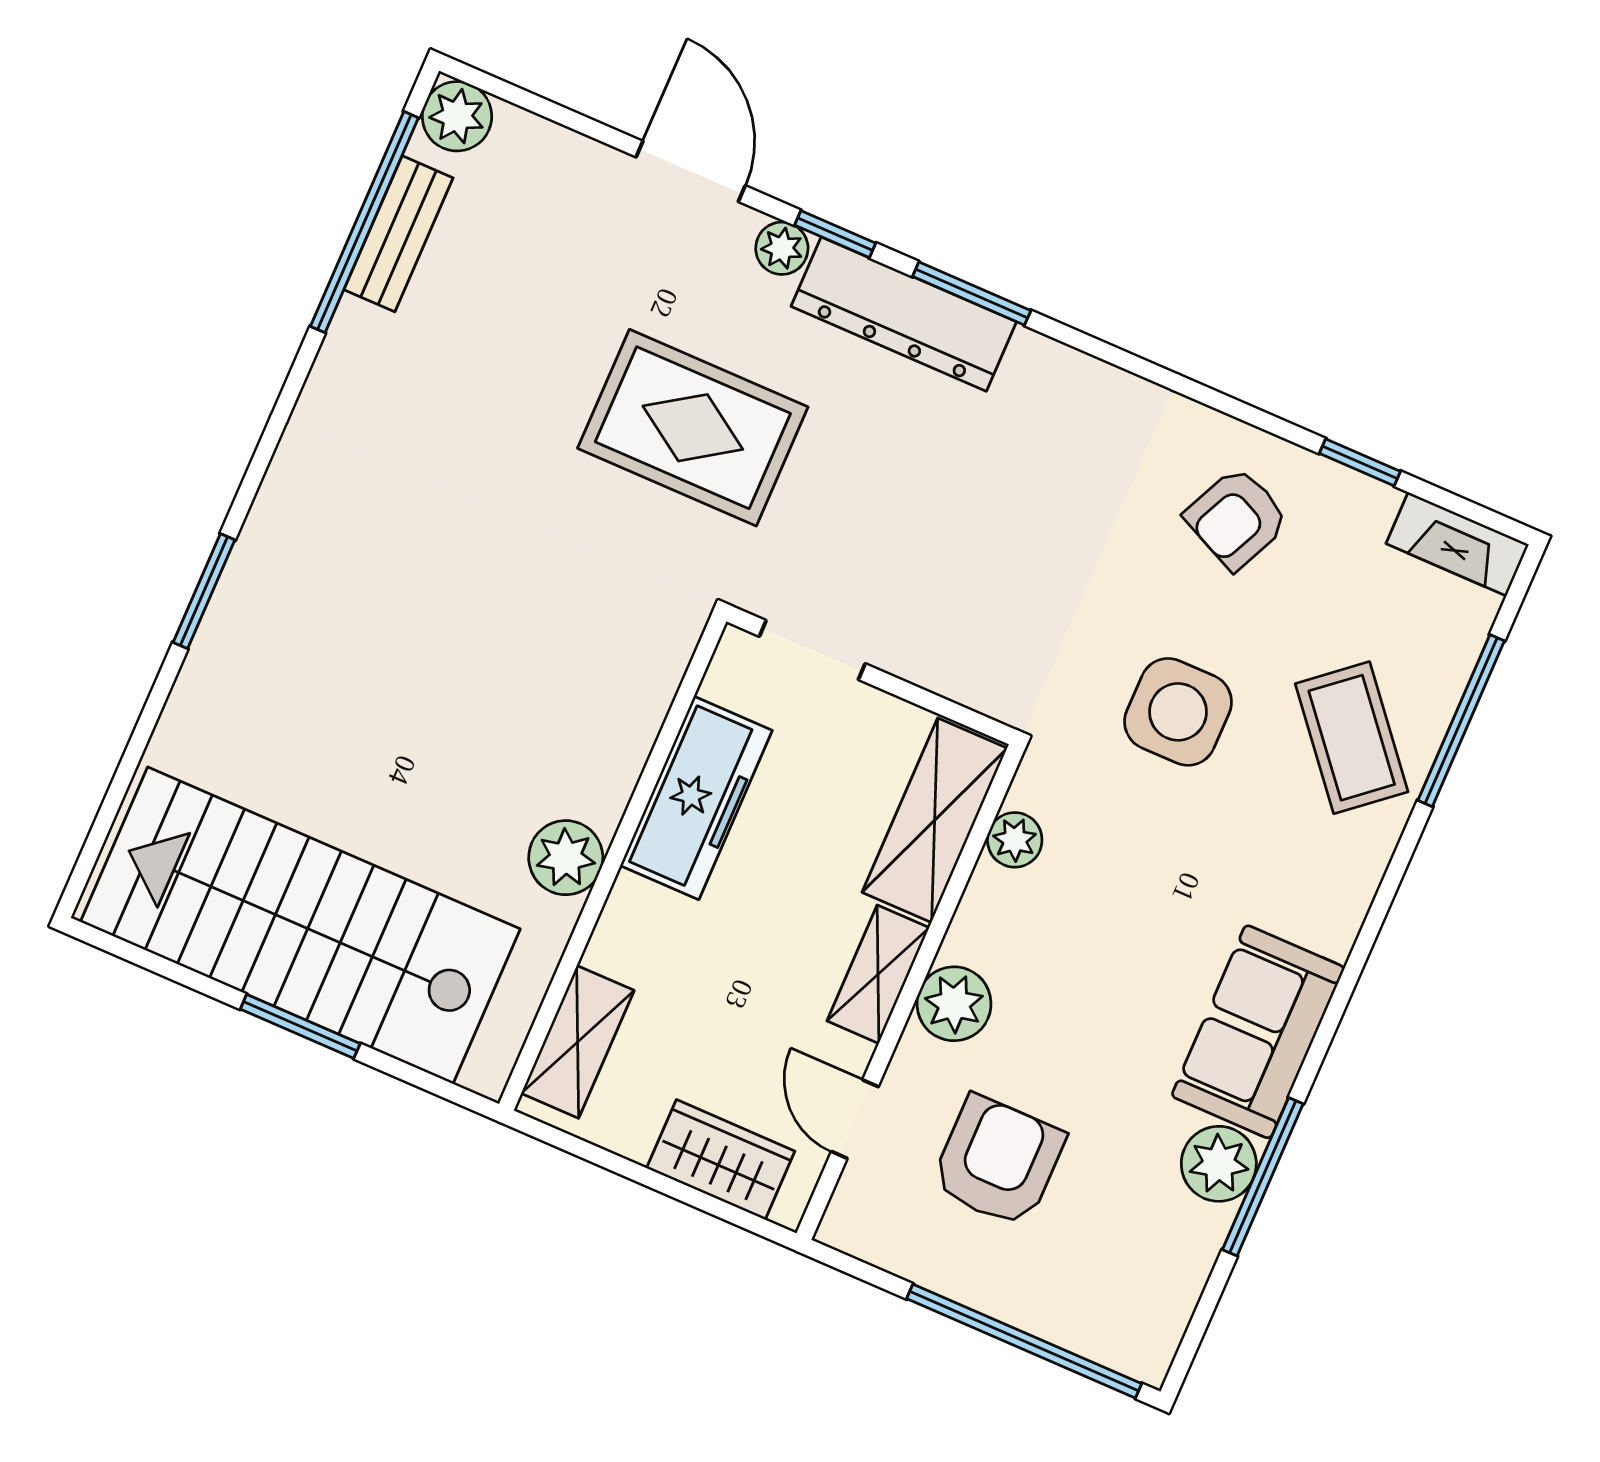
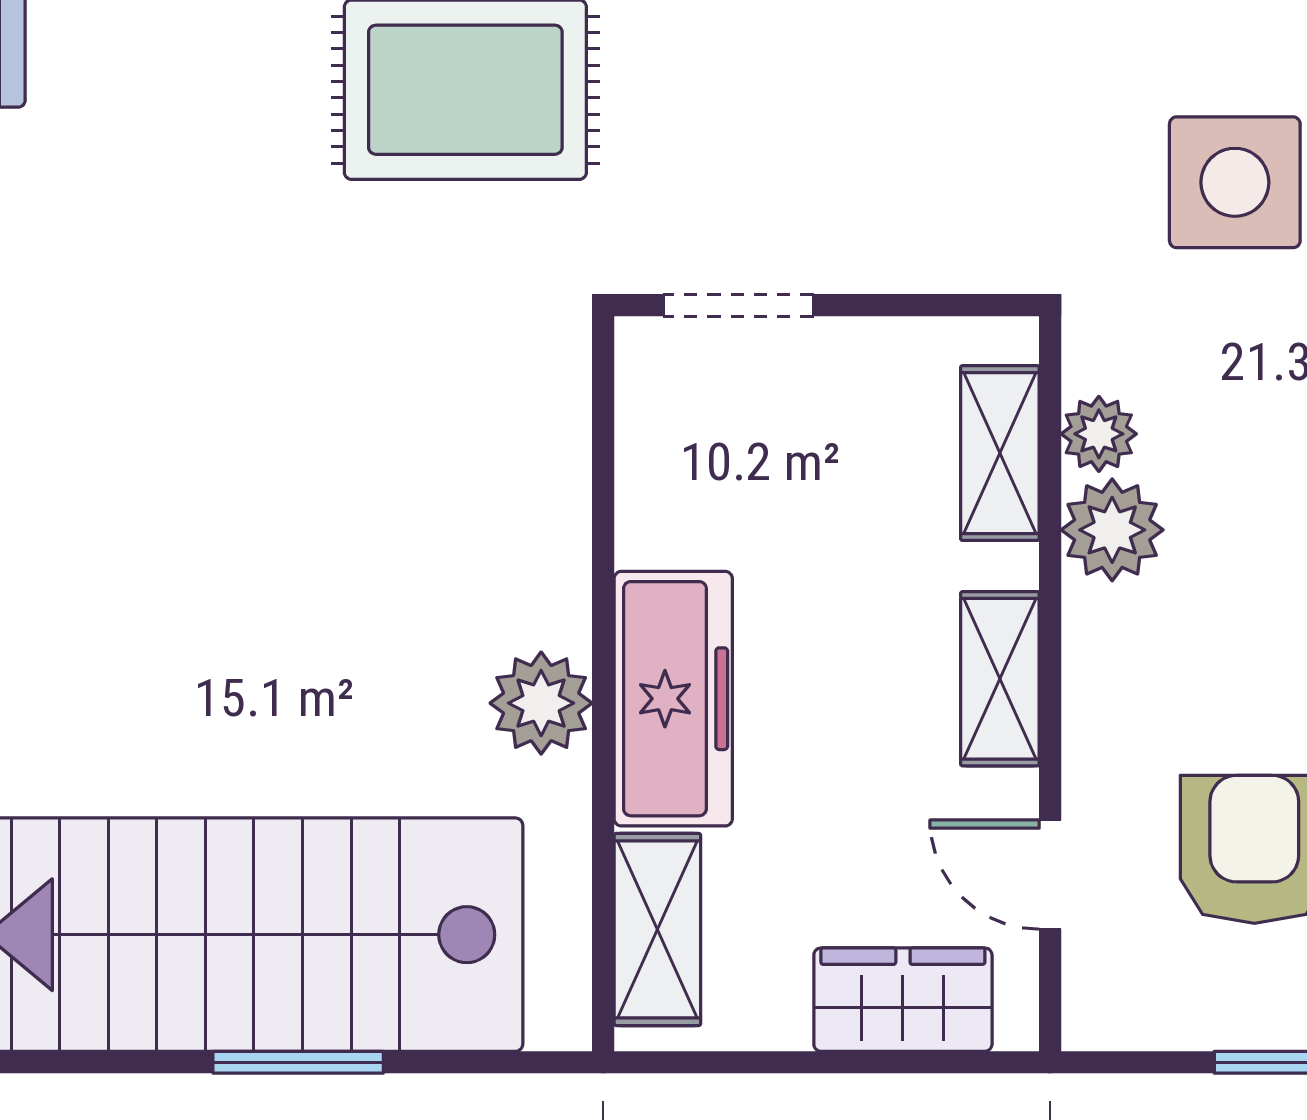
freezer: (696, 798) -> (673, 699), moved
shelving: (935, 820) -> (1000, 453), width x0.67, depth x0.75
plant: (954, 1004) -> (1112, 530), moved

